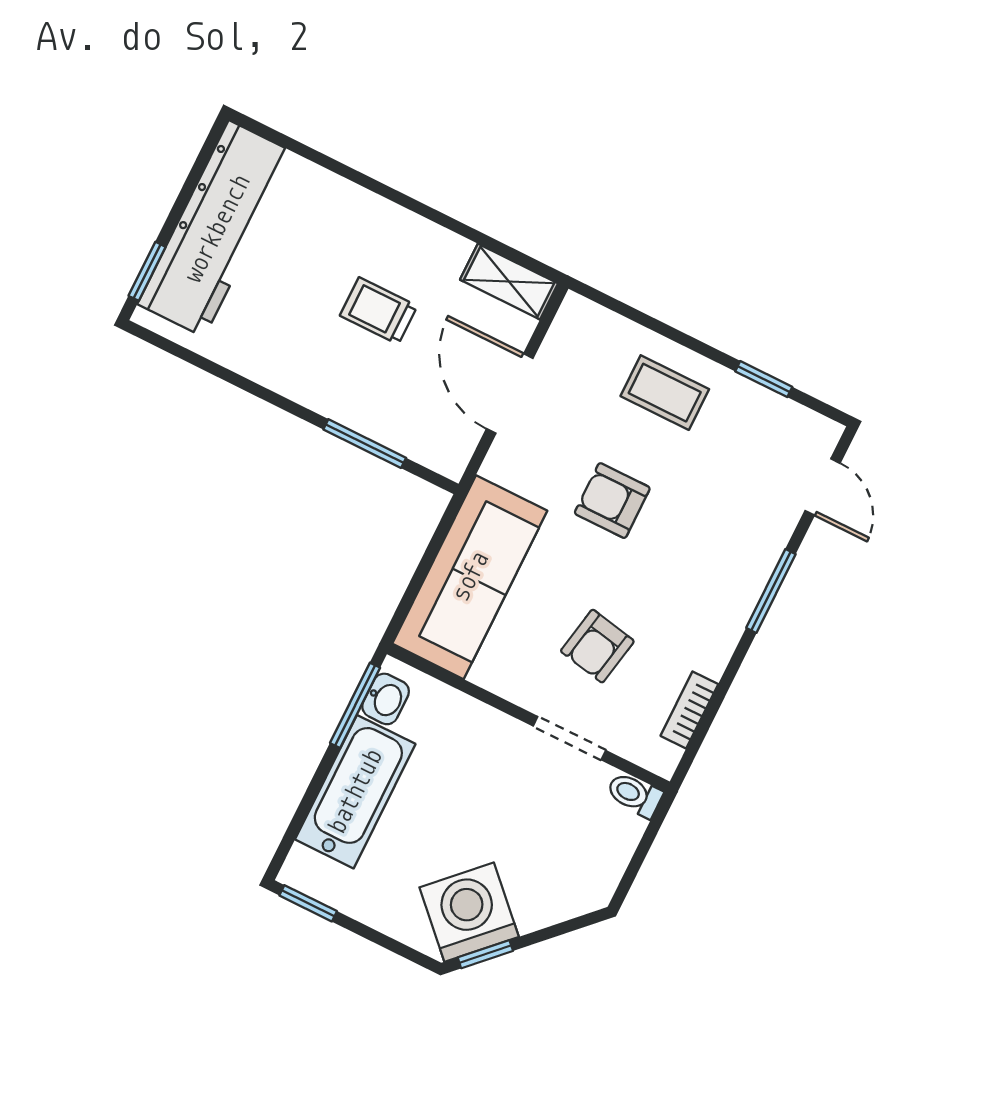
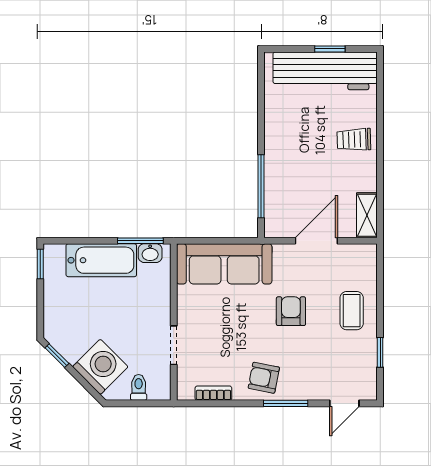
window: (147, 271) -> (330, 49), moved
trolley: (379, 311) -> (354, 140), moved, turned -92
window: (365, 444) -> (261, 186), width x1.44
armchair: (597, 646) -> (264, 378), moved
toilet: (635, 795) -> (139, 387), moved
washing machine: (469, 912) -> (100, 367), moved

